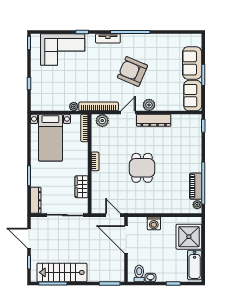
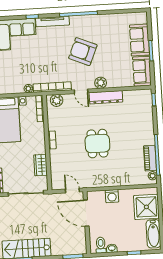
tv unit: (108, 38) -> (53, 22), width x1.41
door: (128, 113) -> (81, 91), swing flipped

